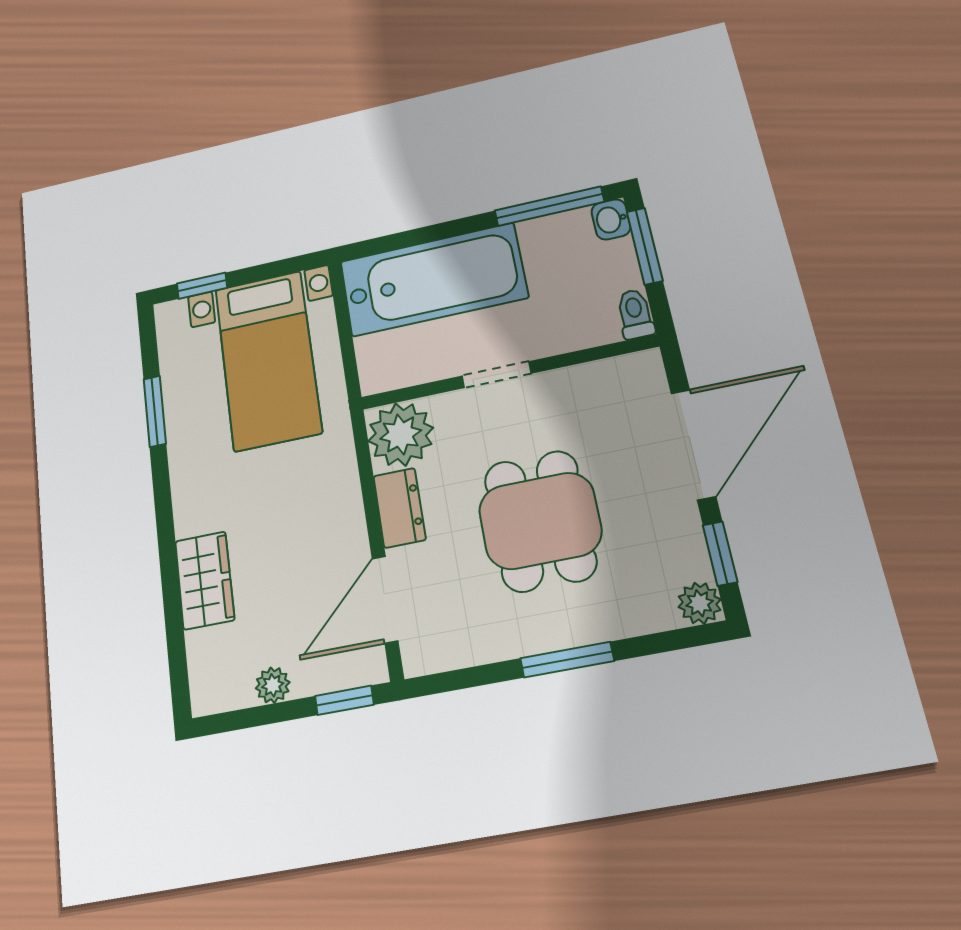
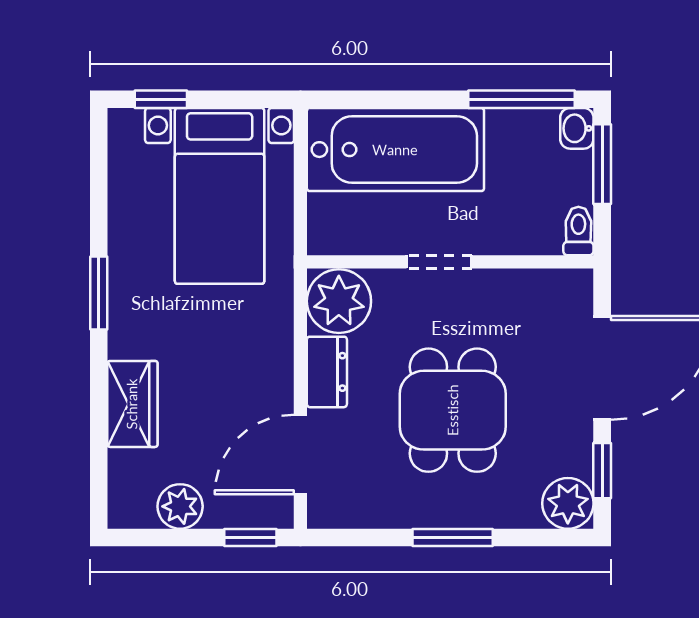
window: (155, 411) -> (99, 293), moved
plant: (700, 603) -> (568, 503), width x1.38, depth x1.38
plant: (273, 685) -> (180, 506), width x1.38, depth x1.38

